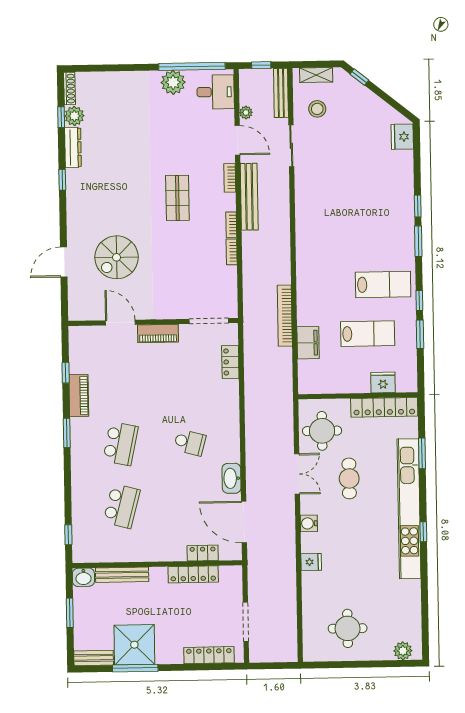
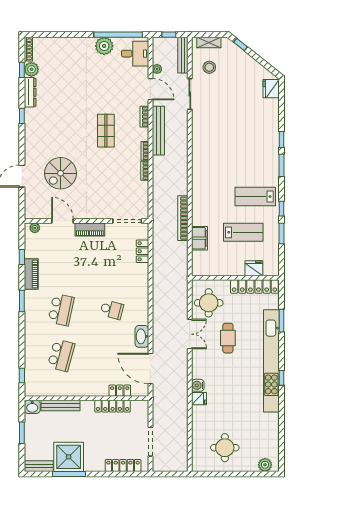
lab bench: (383, 284) -> (255, 197), turned 180
plant: (83, 333) -> (35, 228), added
water cooler: (309, 523) -> (198, 385), moved

